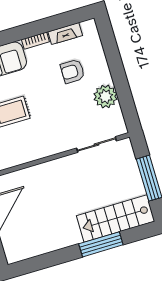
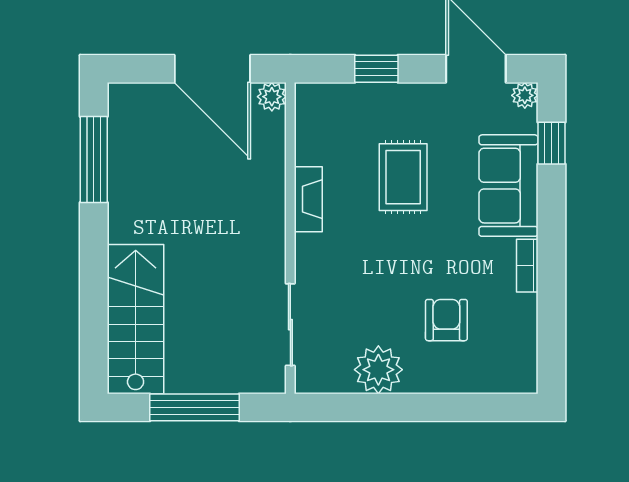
fireplace: (65, 34) -> (308, 199), moved, turned 180
window: (101, 244) -> (94, 160), moved

